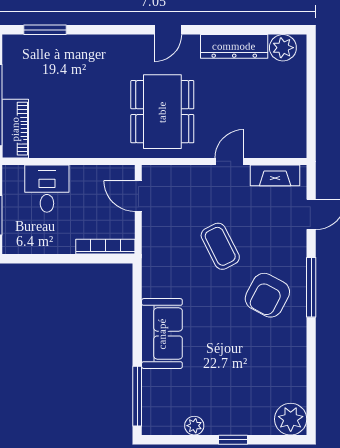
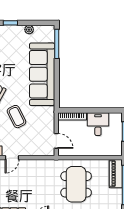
dining table: (162, 112) -> (76, 184), moved
desk: (47, 189) -> (98, 124), moved, turned 180
sofa: (162, 334) -> (42, 74), width x1.85, depth x1.27

